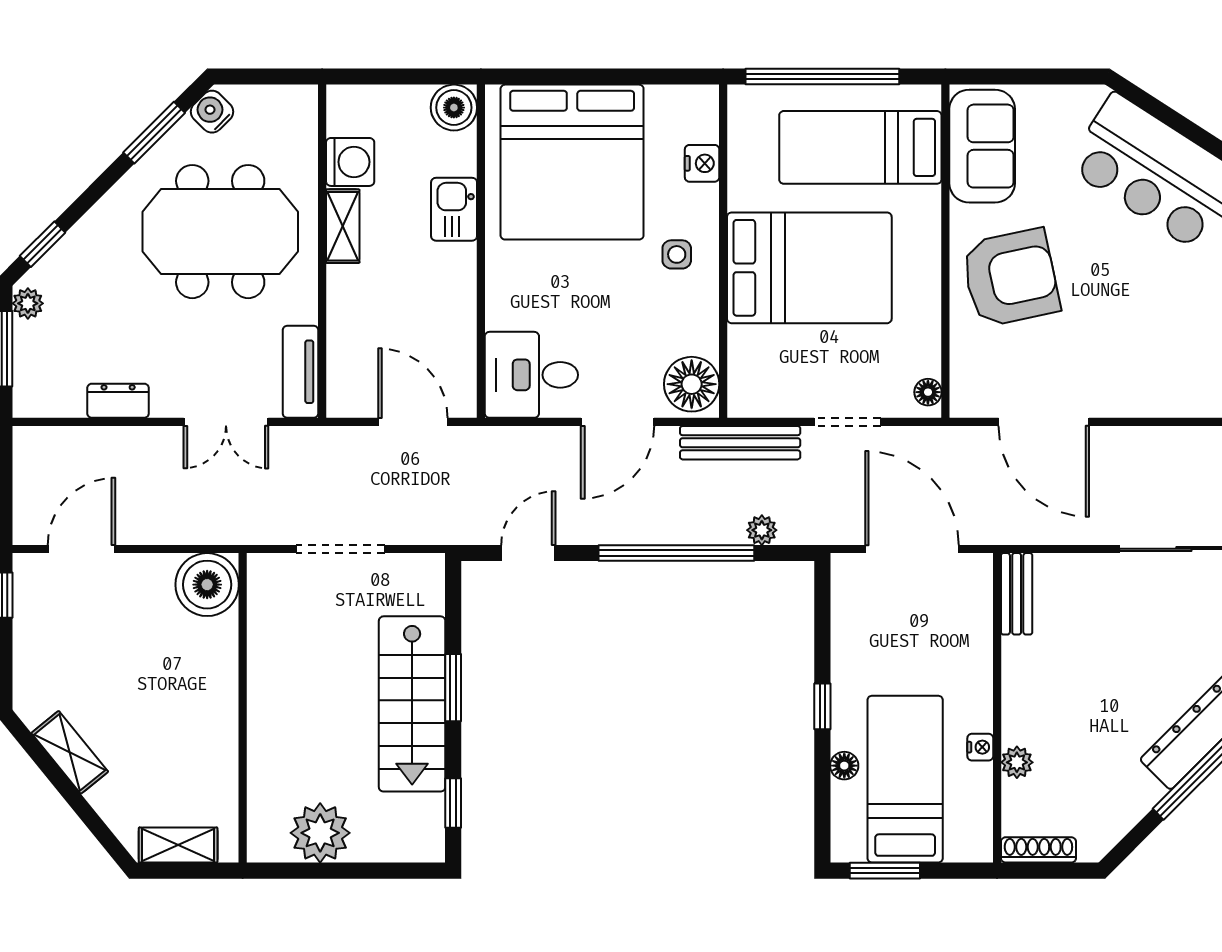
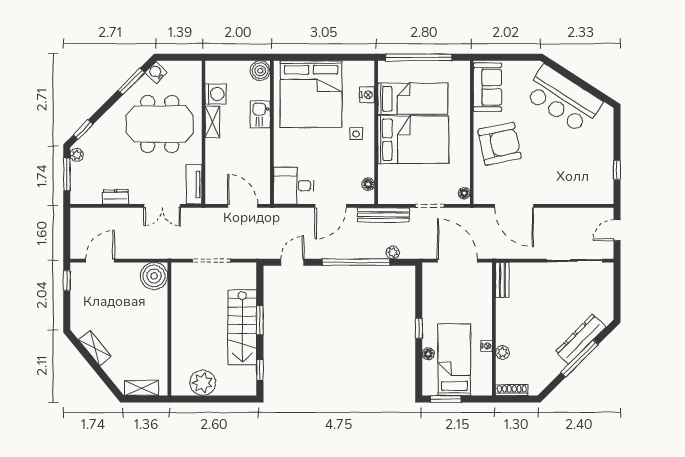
bed: (860, 147) -> (413, 99), moved, turned 180
floor lamp: (692, 384) -> (368, 184), width x0.53, depth x0.53

